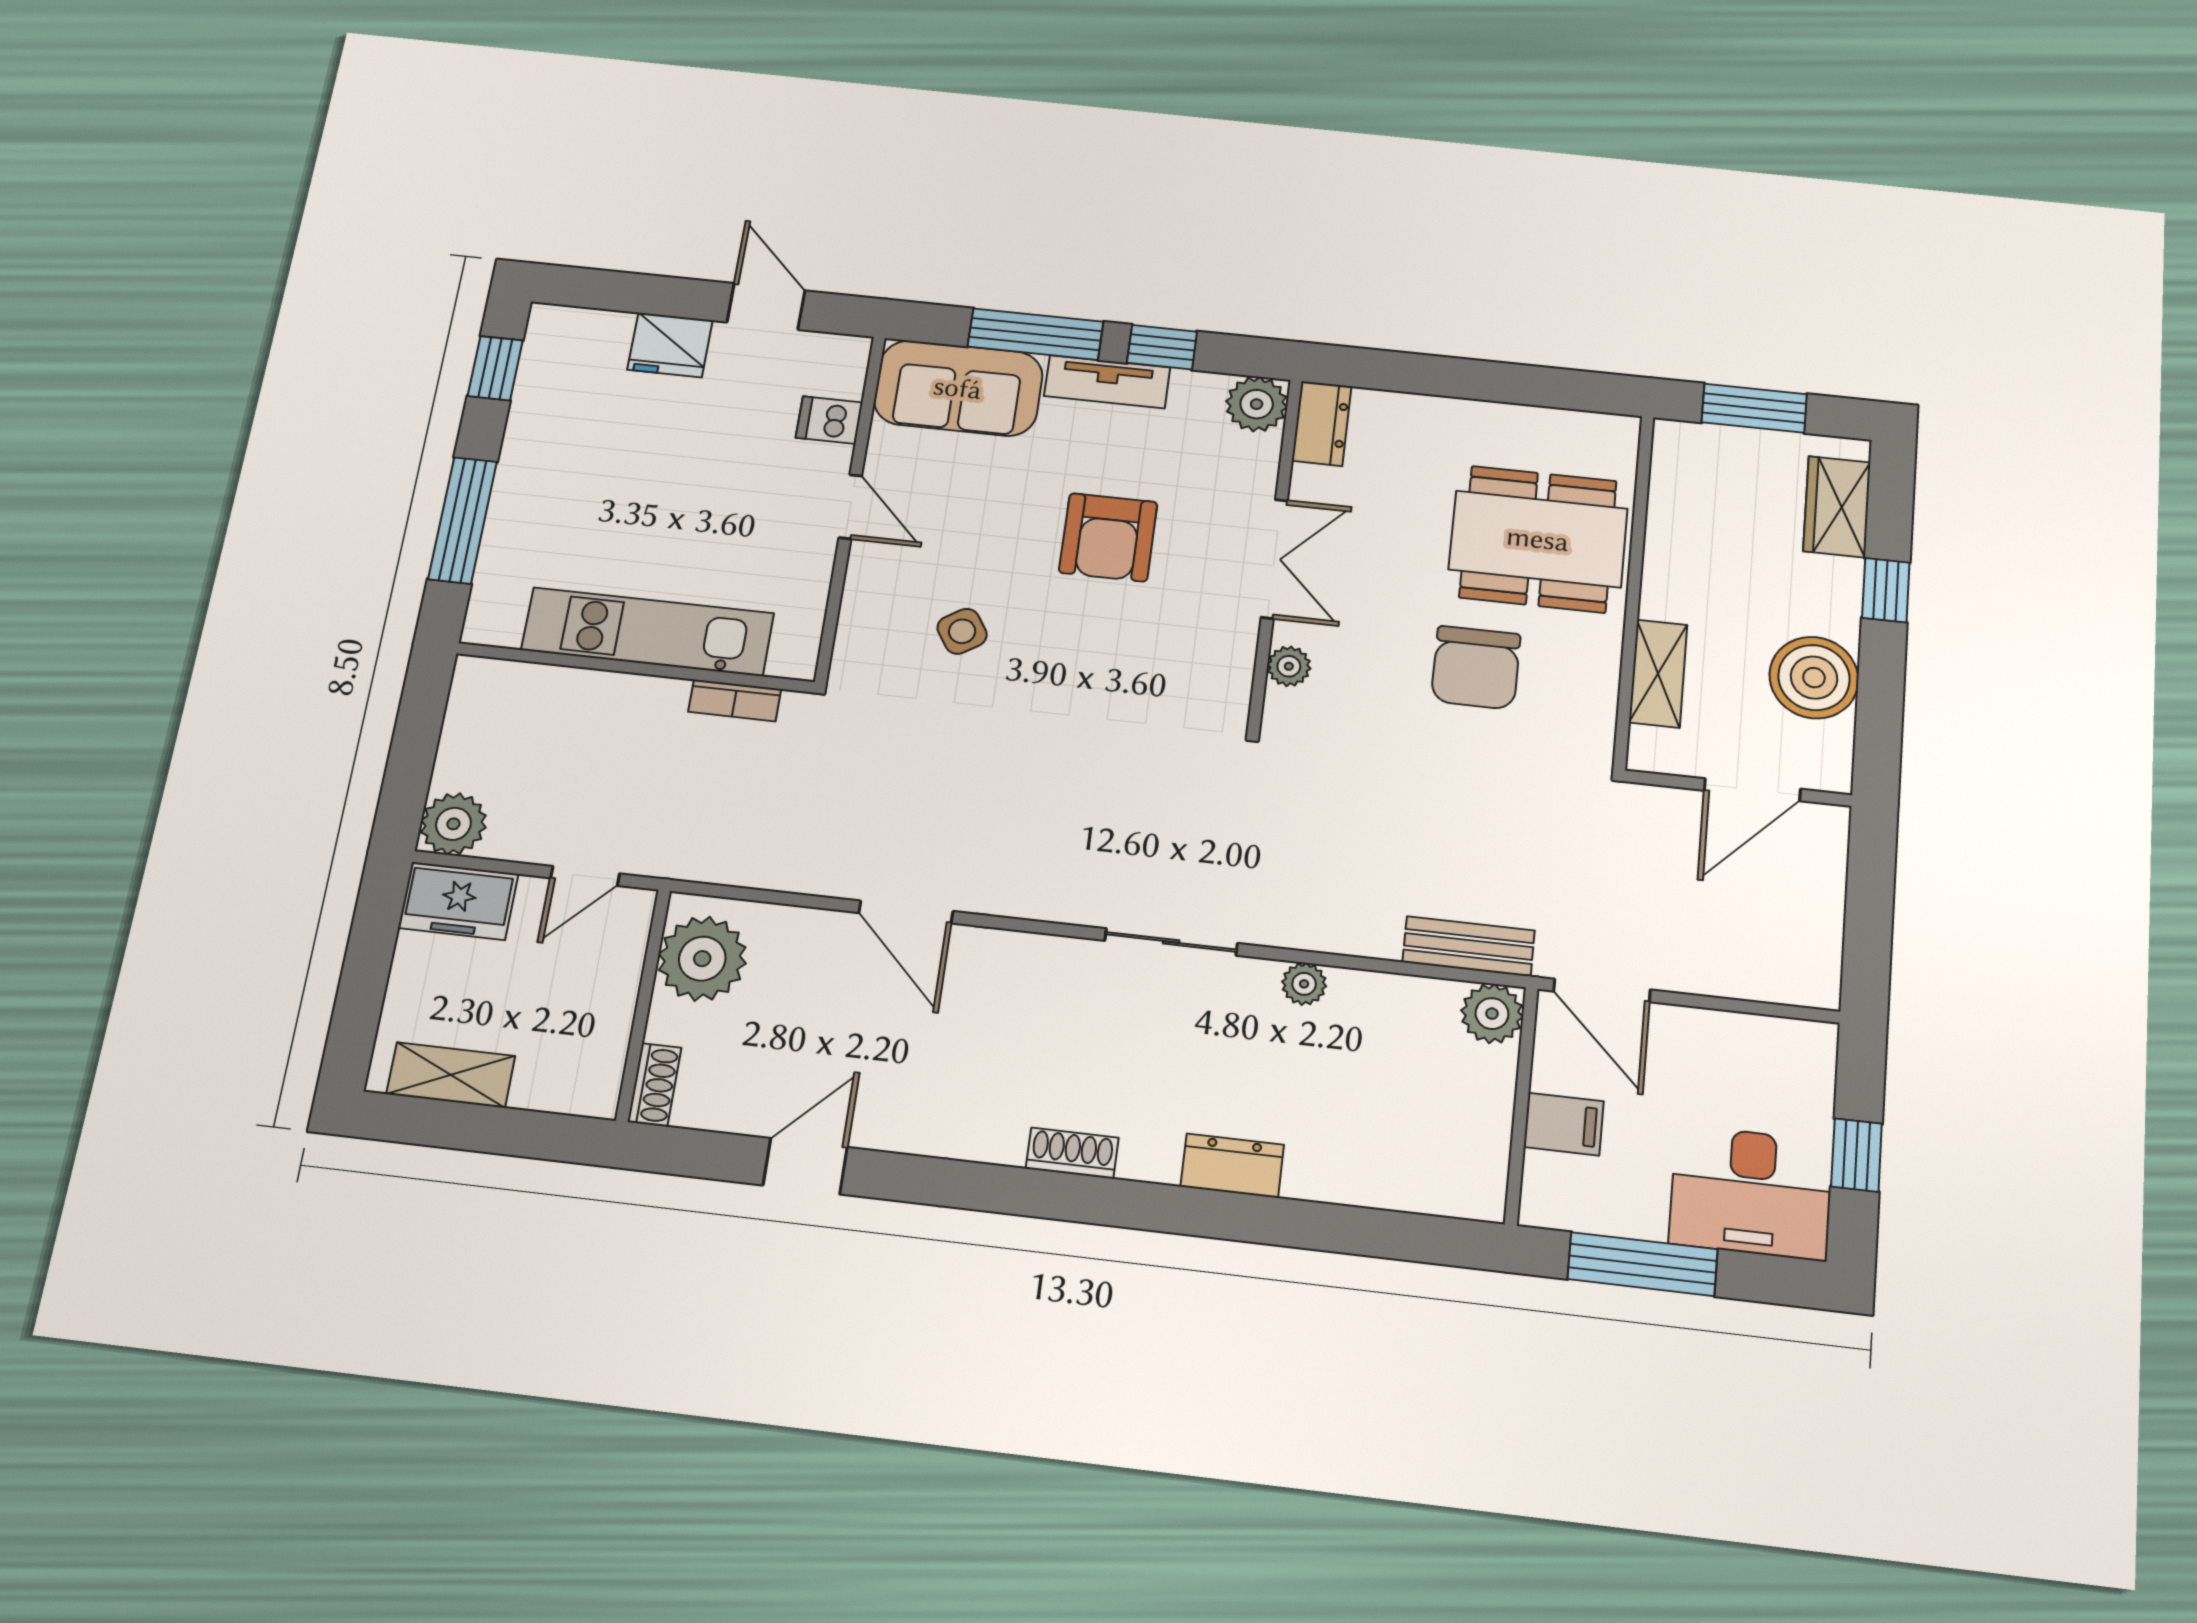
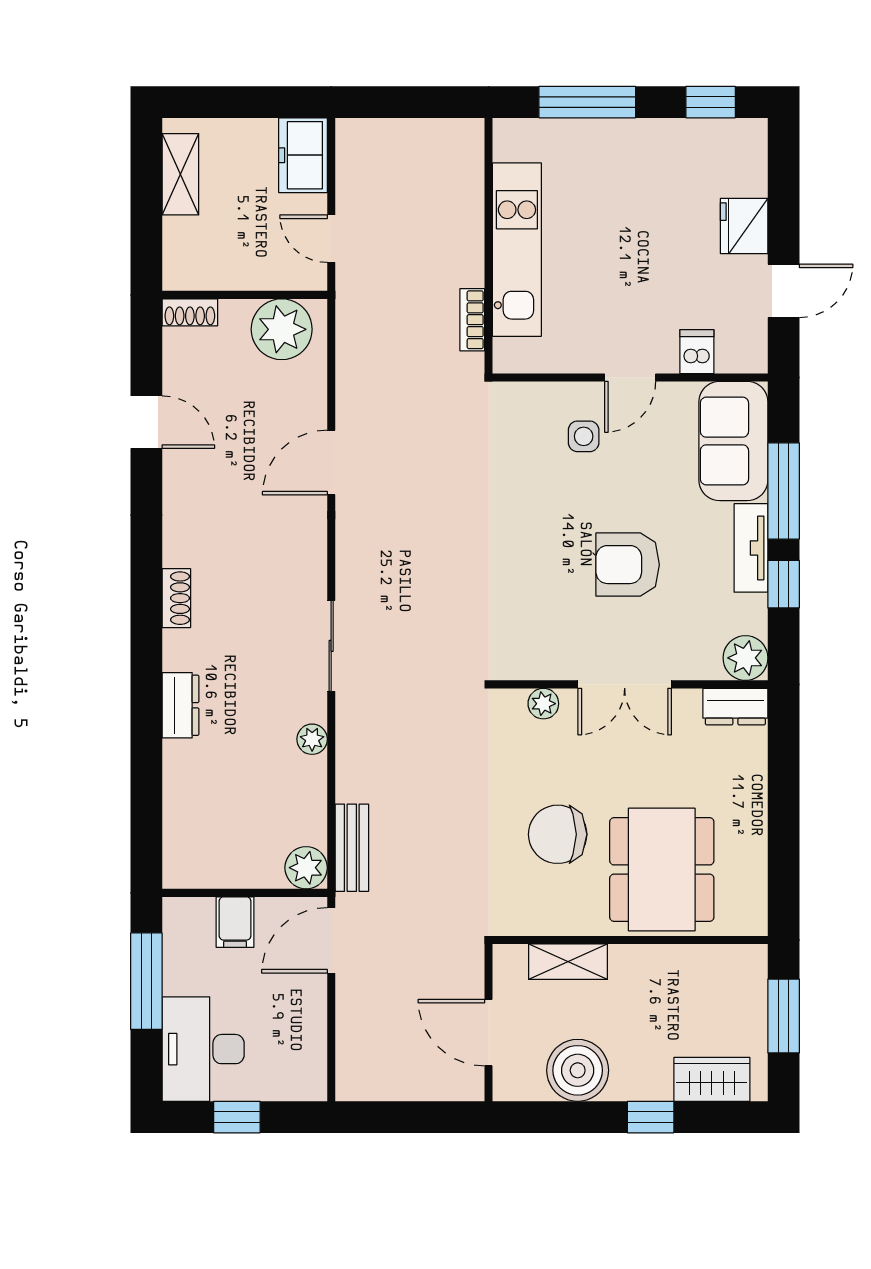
side table: (962, 631) -> (584, 436), moved, turned 33
plant: (453, 824) -> (358, 141), removed

